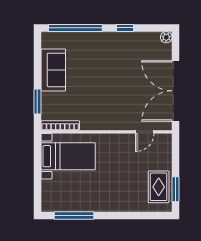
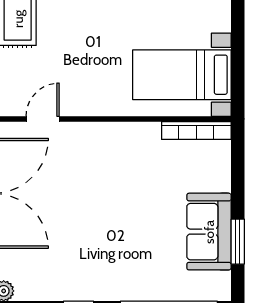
window: (37, 102) -> (238, 242), moved

